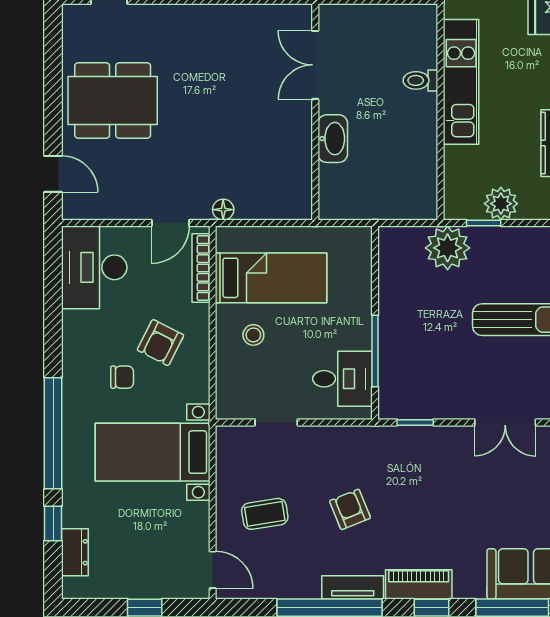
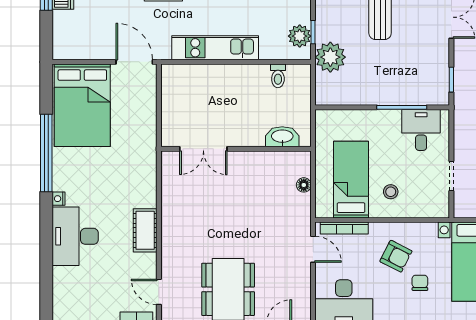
toilet: (421, 80) -> (278, 76), moved
washbasin: (333, 139) -> (282, 137), moved
plant: (501, 204) -> (300, 36), moved
floor lamp: (223, 210) -> (304, 185), moved

